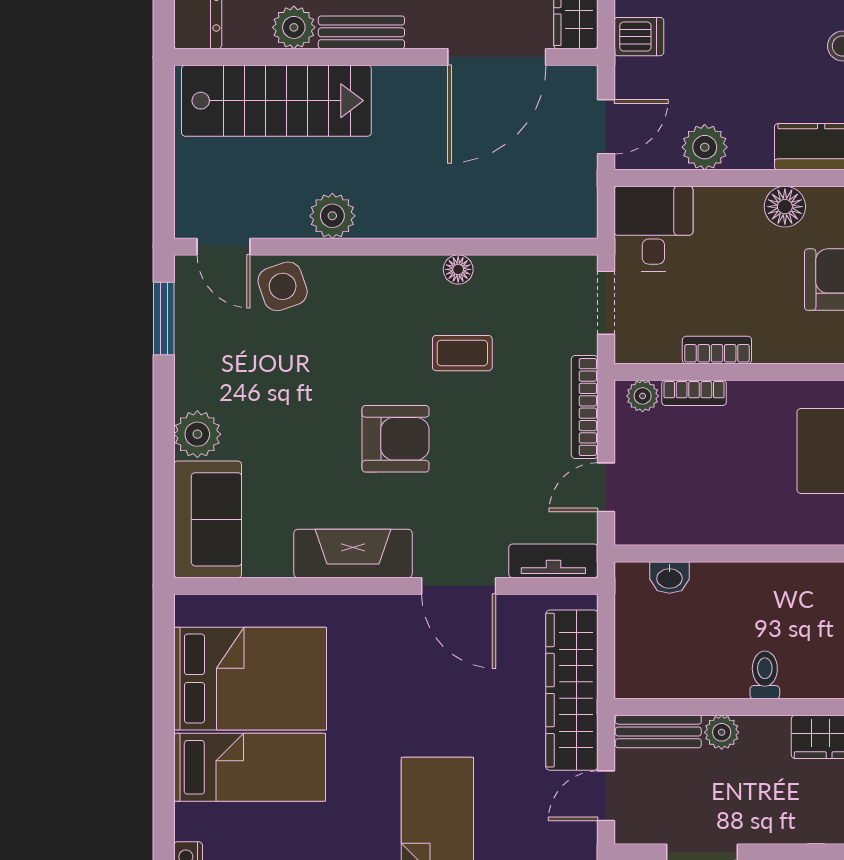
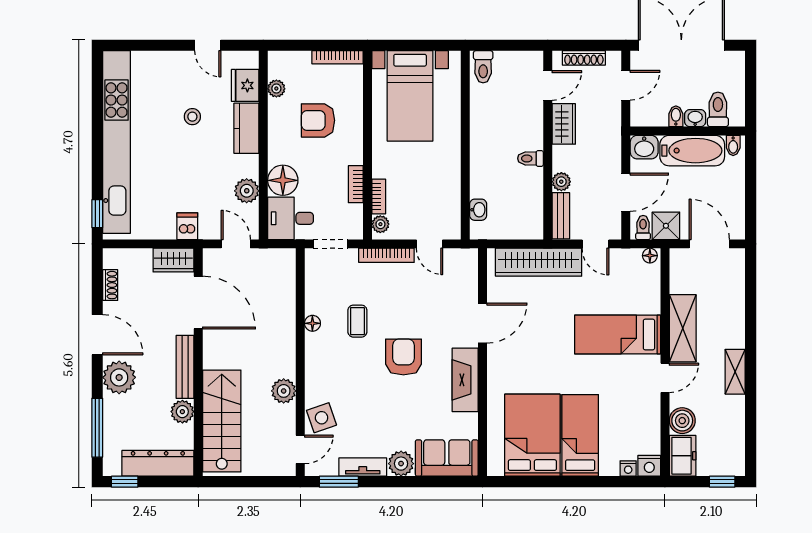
bench: (361, 32) -> (185, 367), width x1.36
floor lamp: (785, 207) -> (283, 180), moved, width x1.38, depth x1.38
tv unit: (553, 561) -> (363, 467), moved, turned 90

